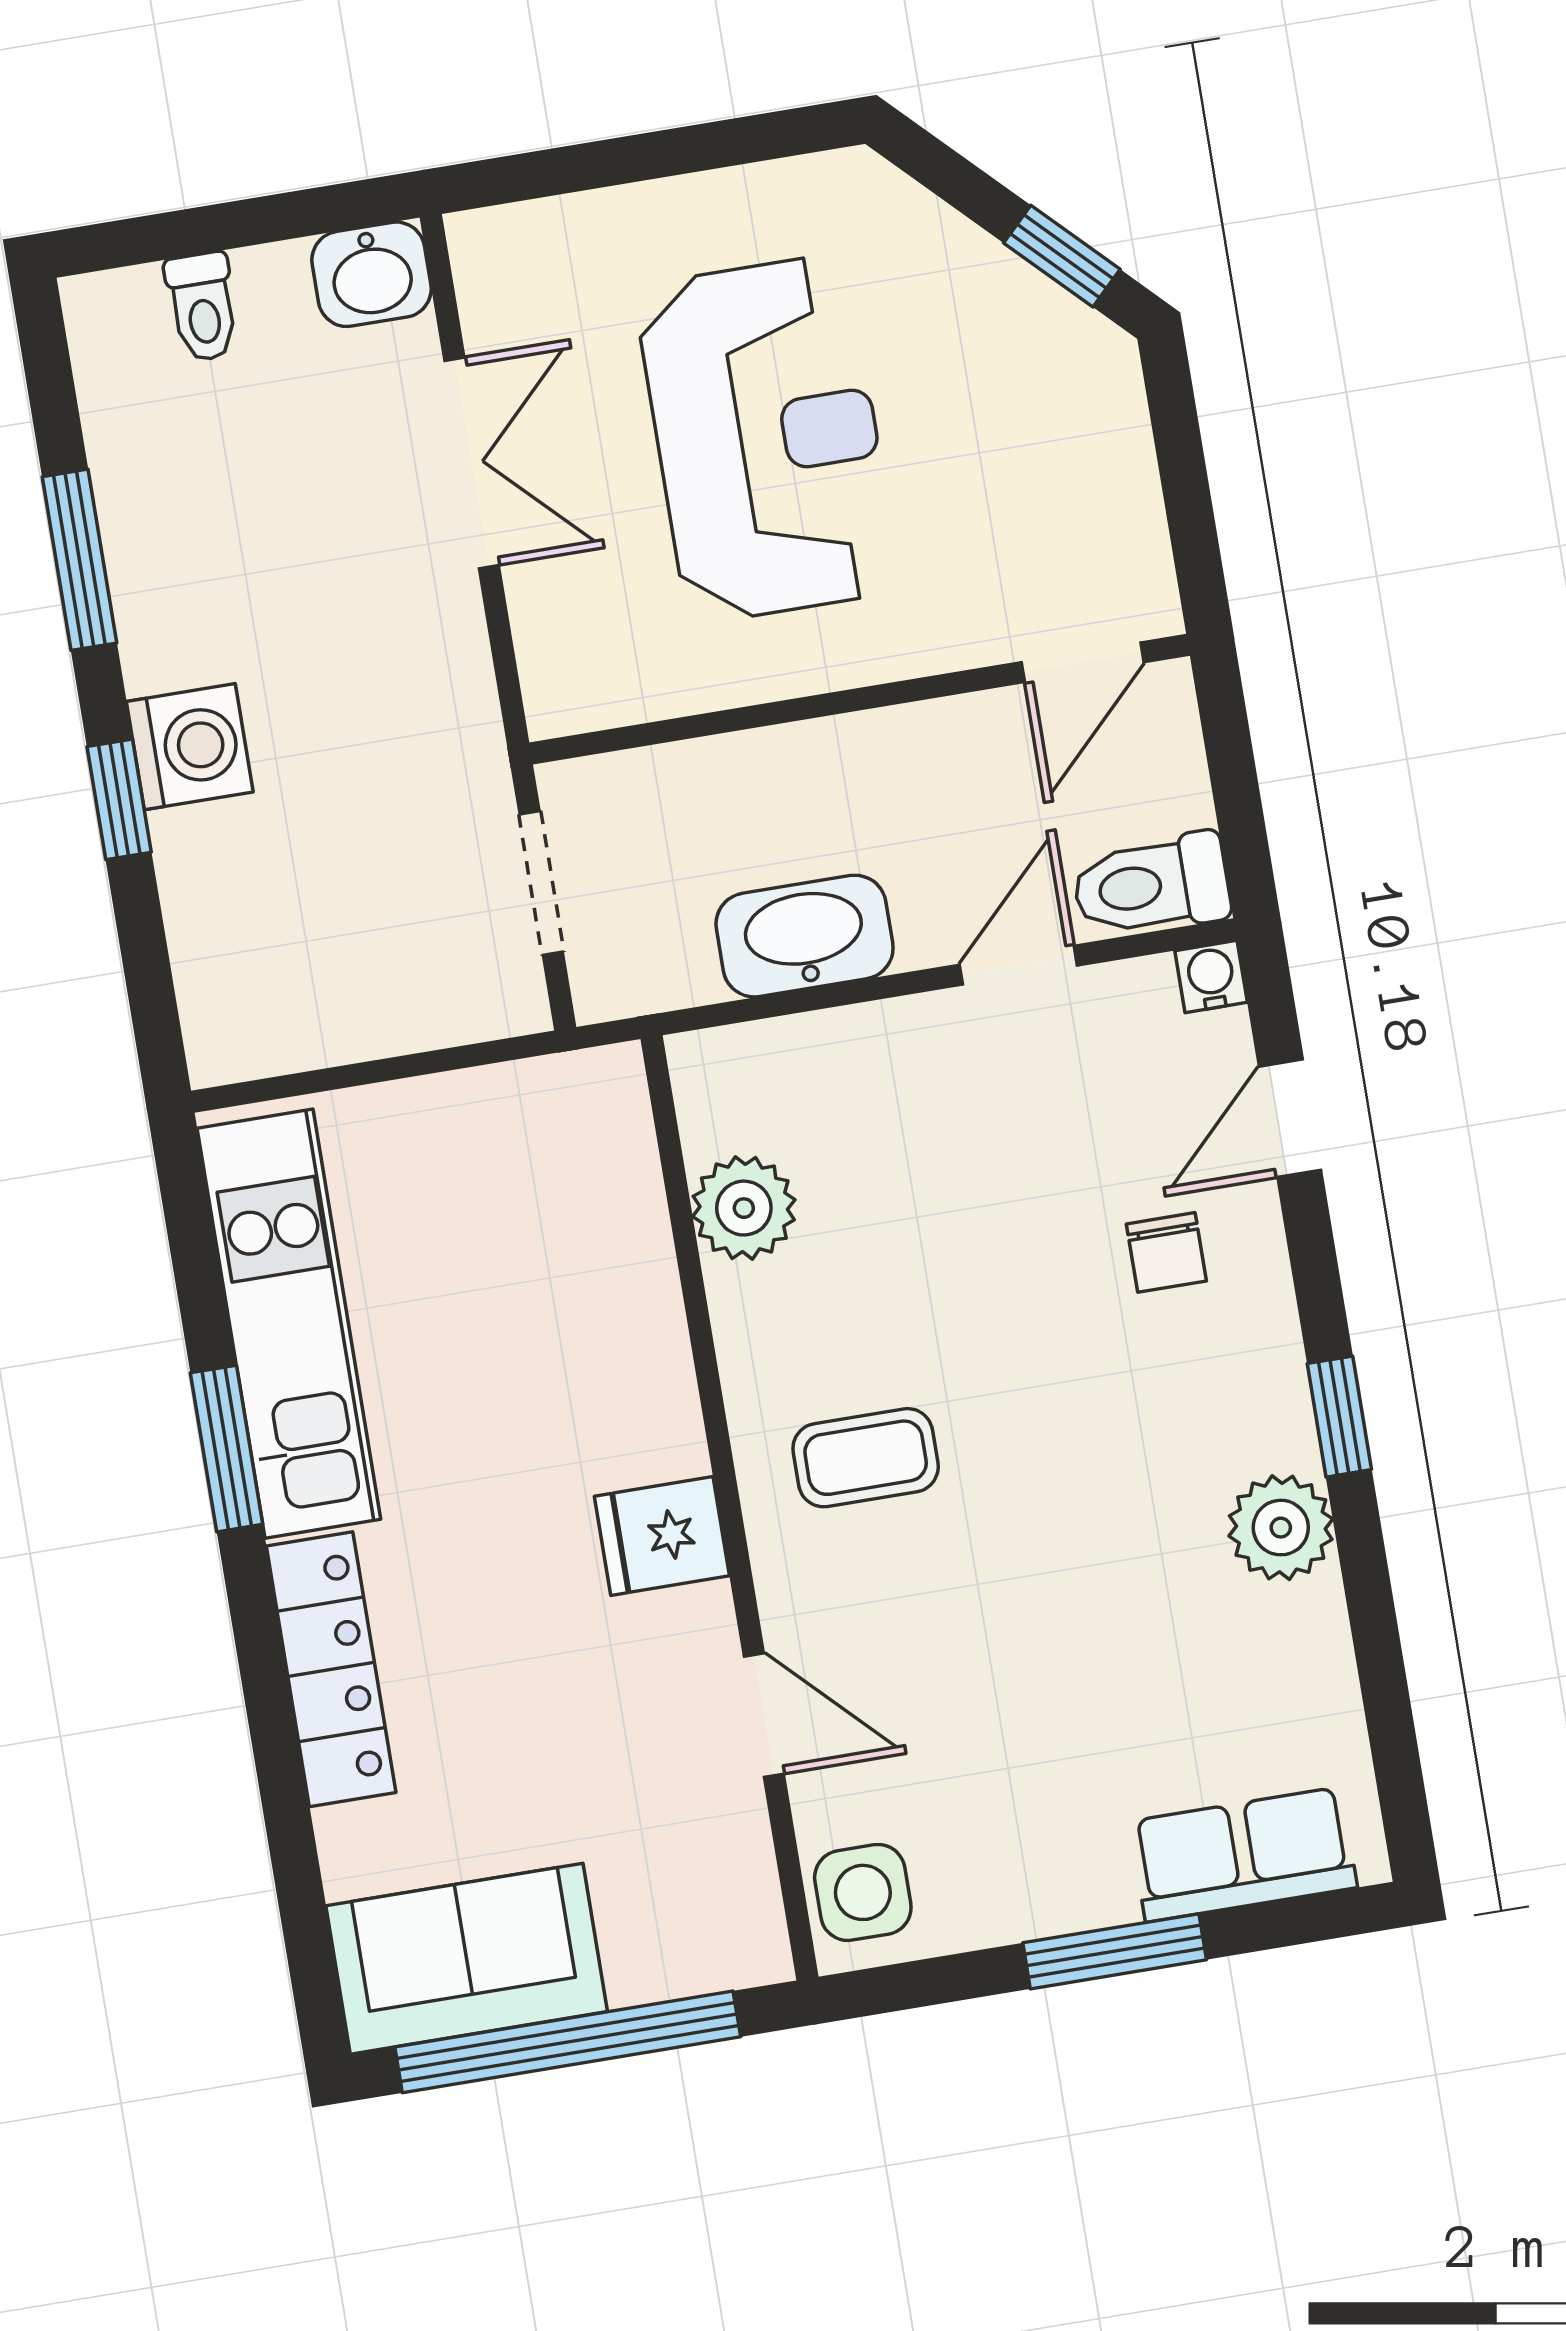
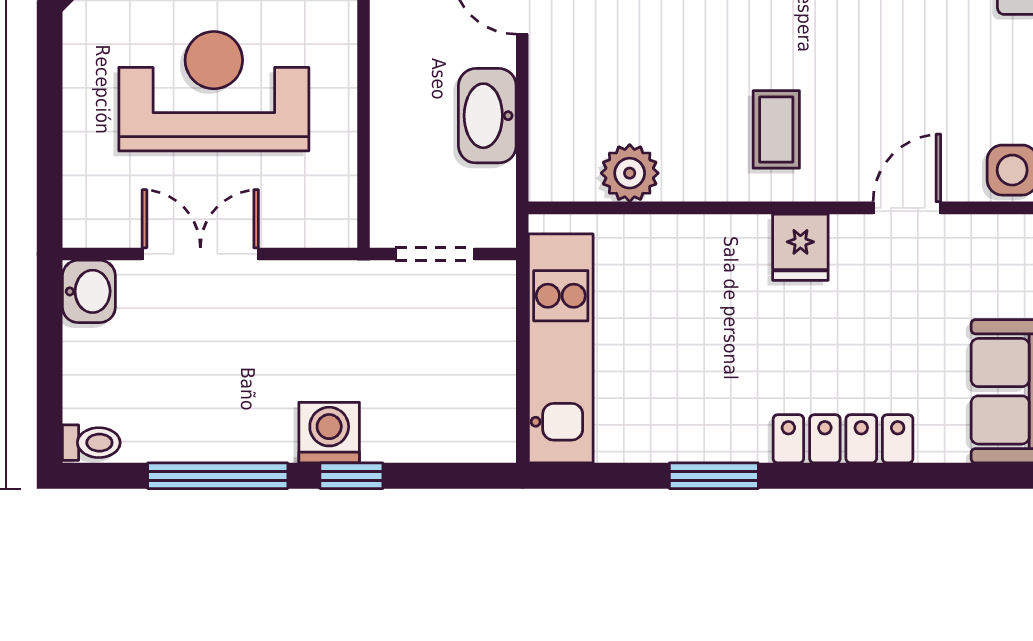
toilet: (202, 307) -> (91, 443), moved
window: (79, 560) -> (218, 476), width x1.44
kitchen unit: (289, 1324) -> (561, 348), moved, turned 90

